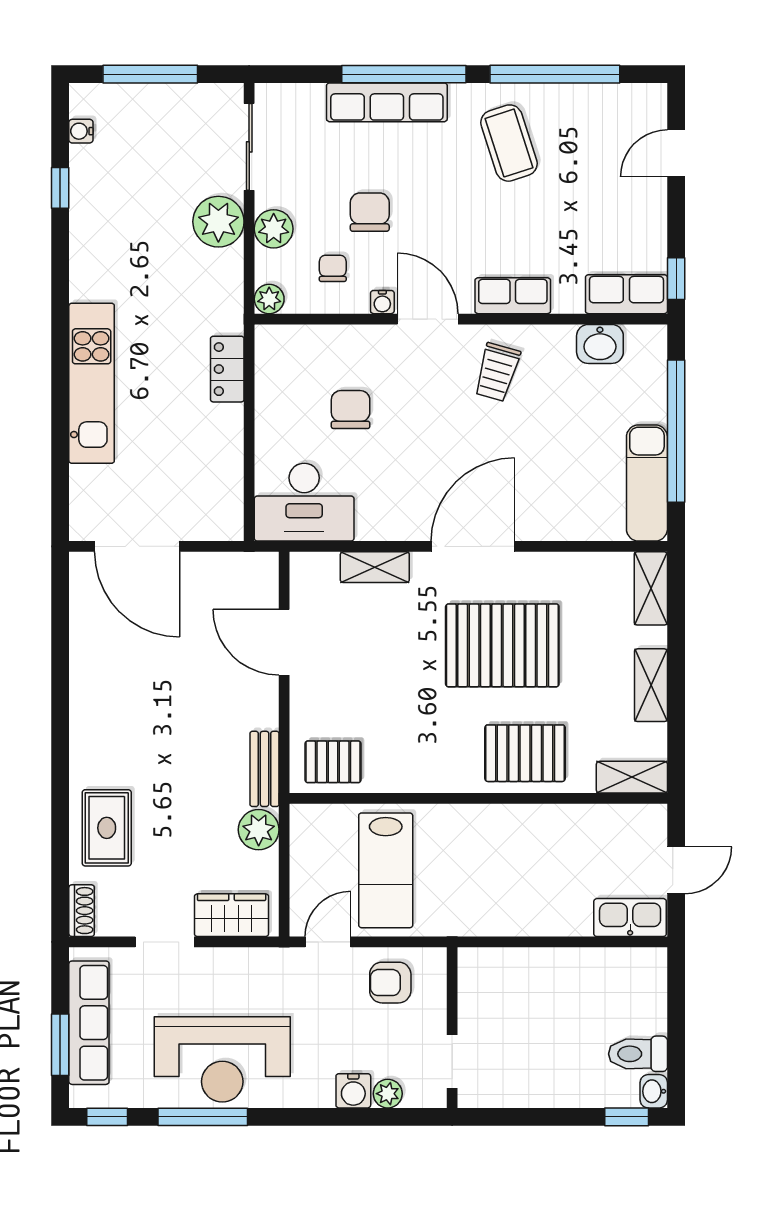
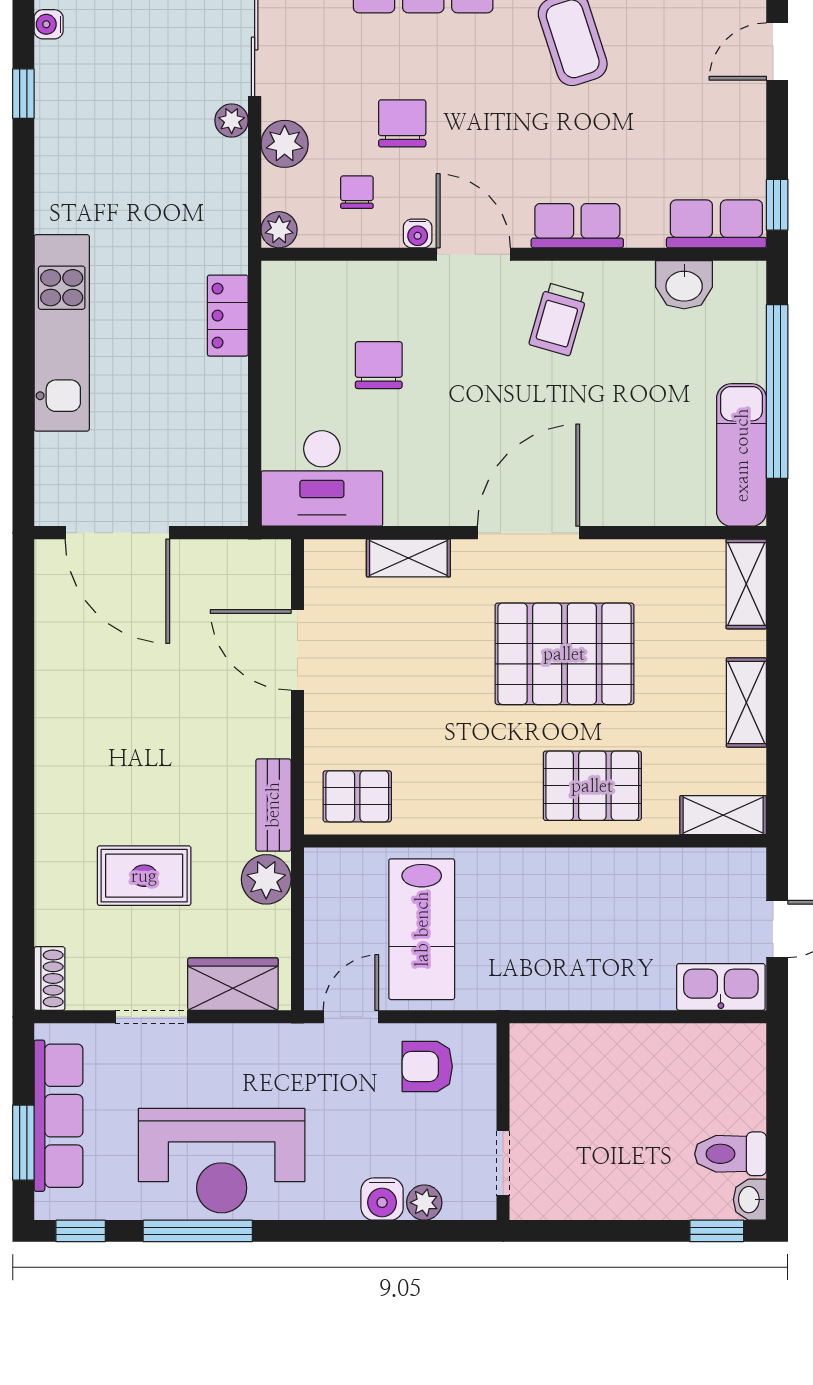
plant: (218, 222) -> (232, 121), width x0.53, depth x0.53
rug: (107, 828) -> (144, 876), moved, turned 90

